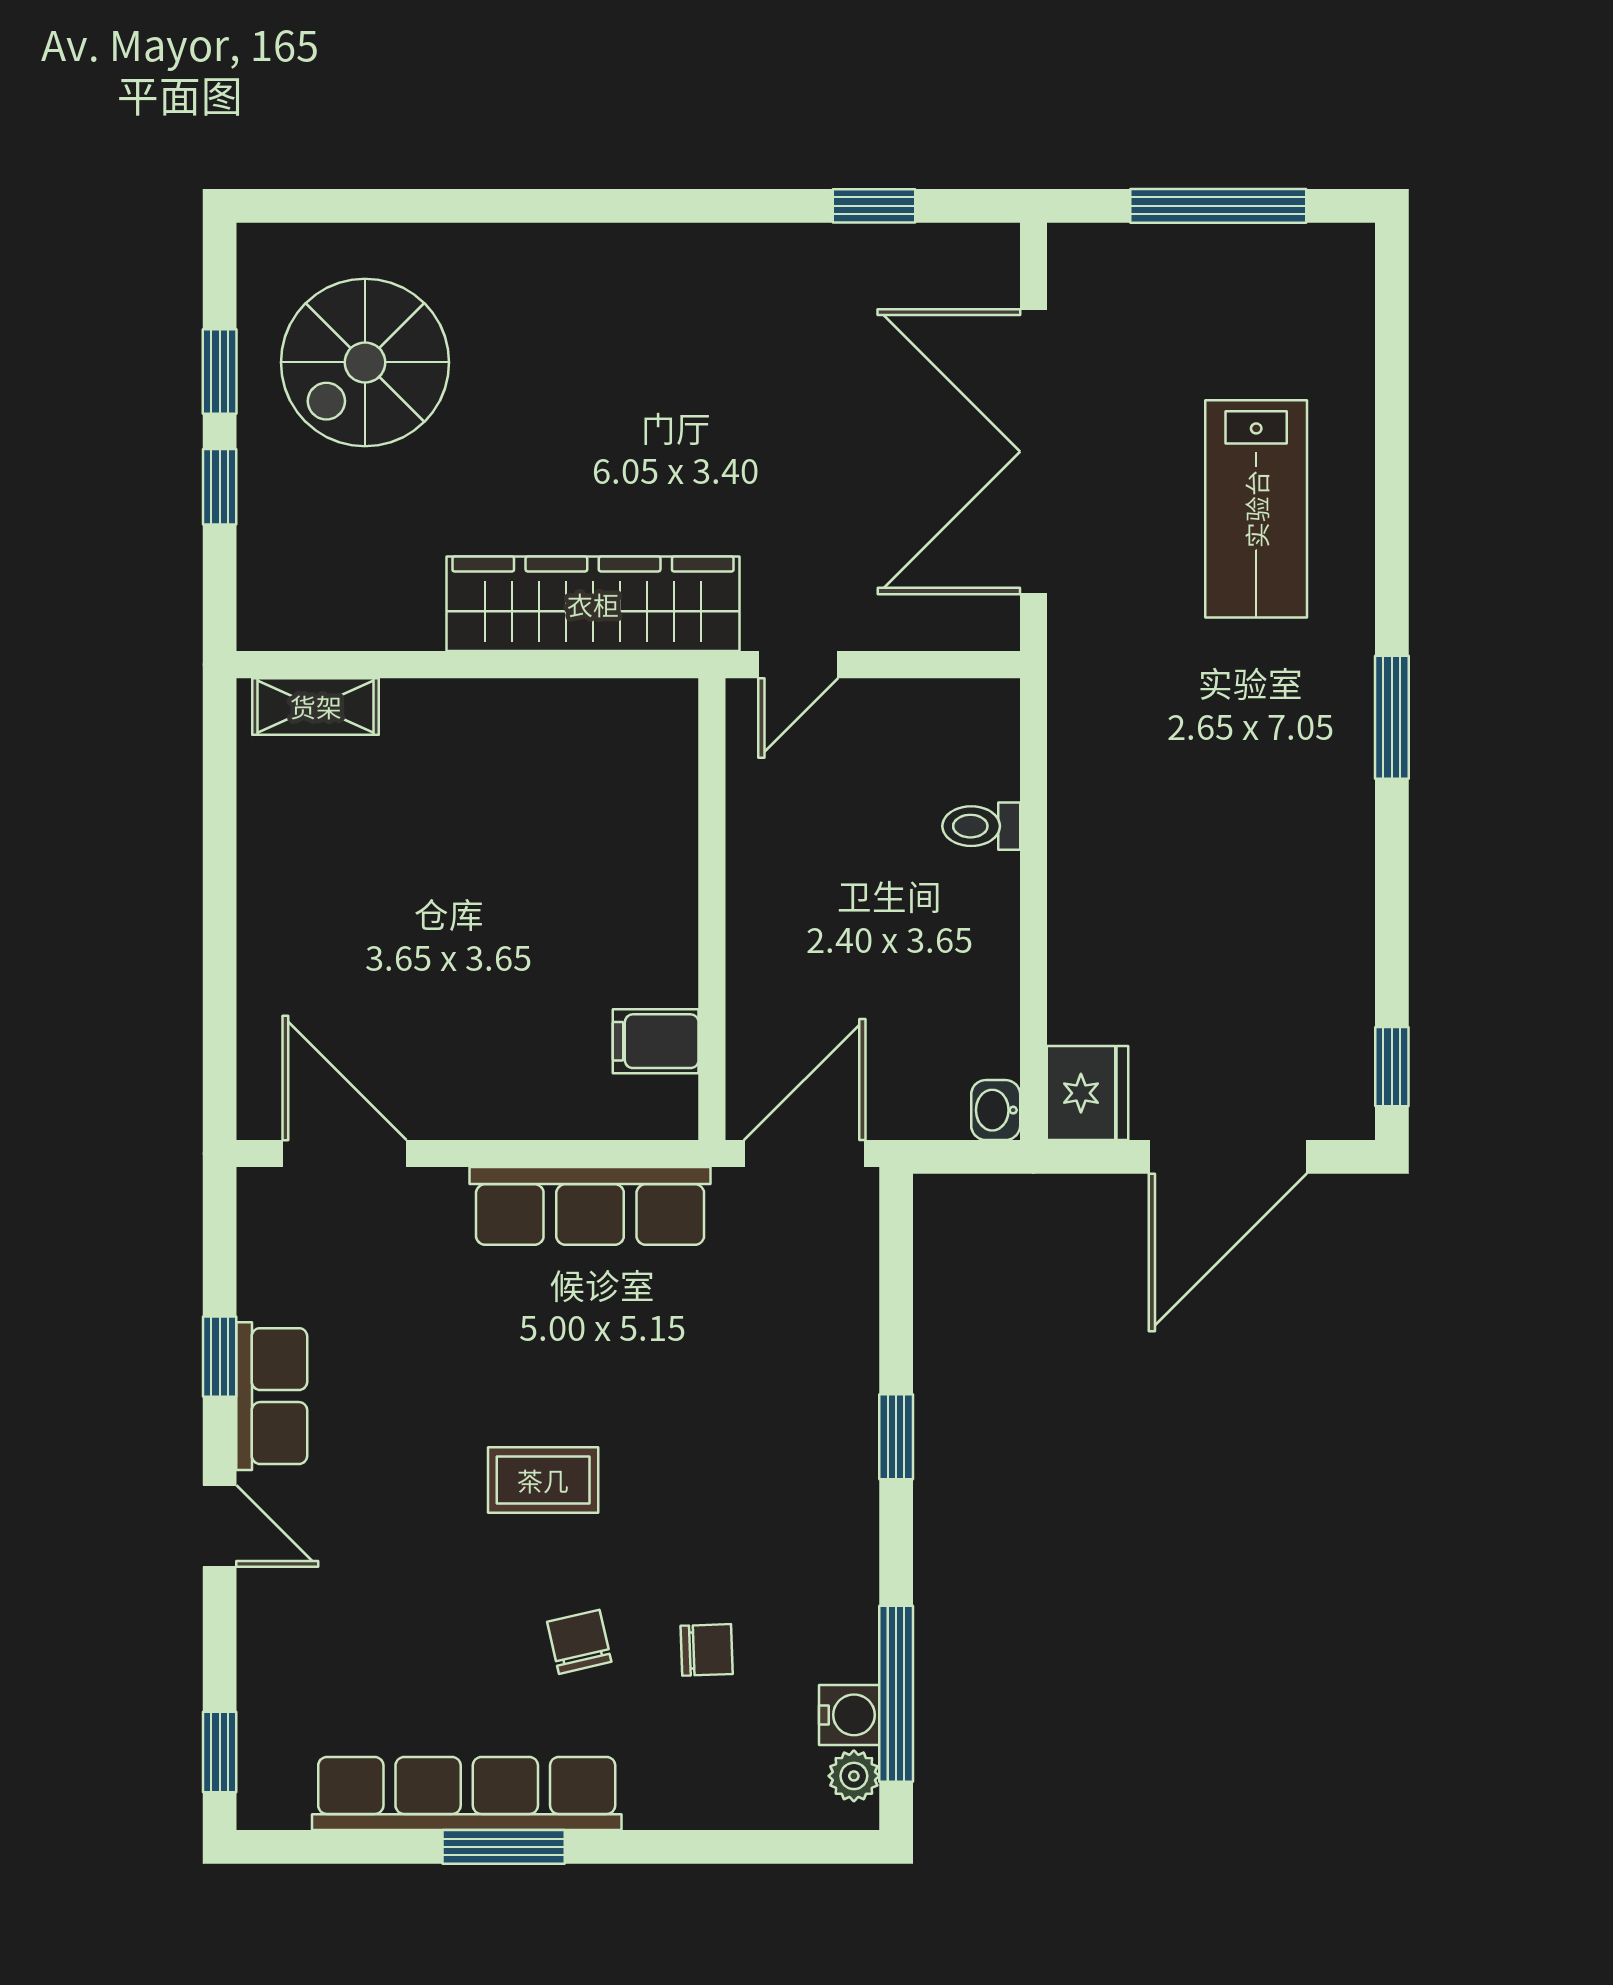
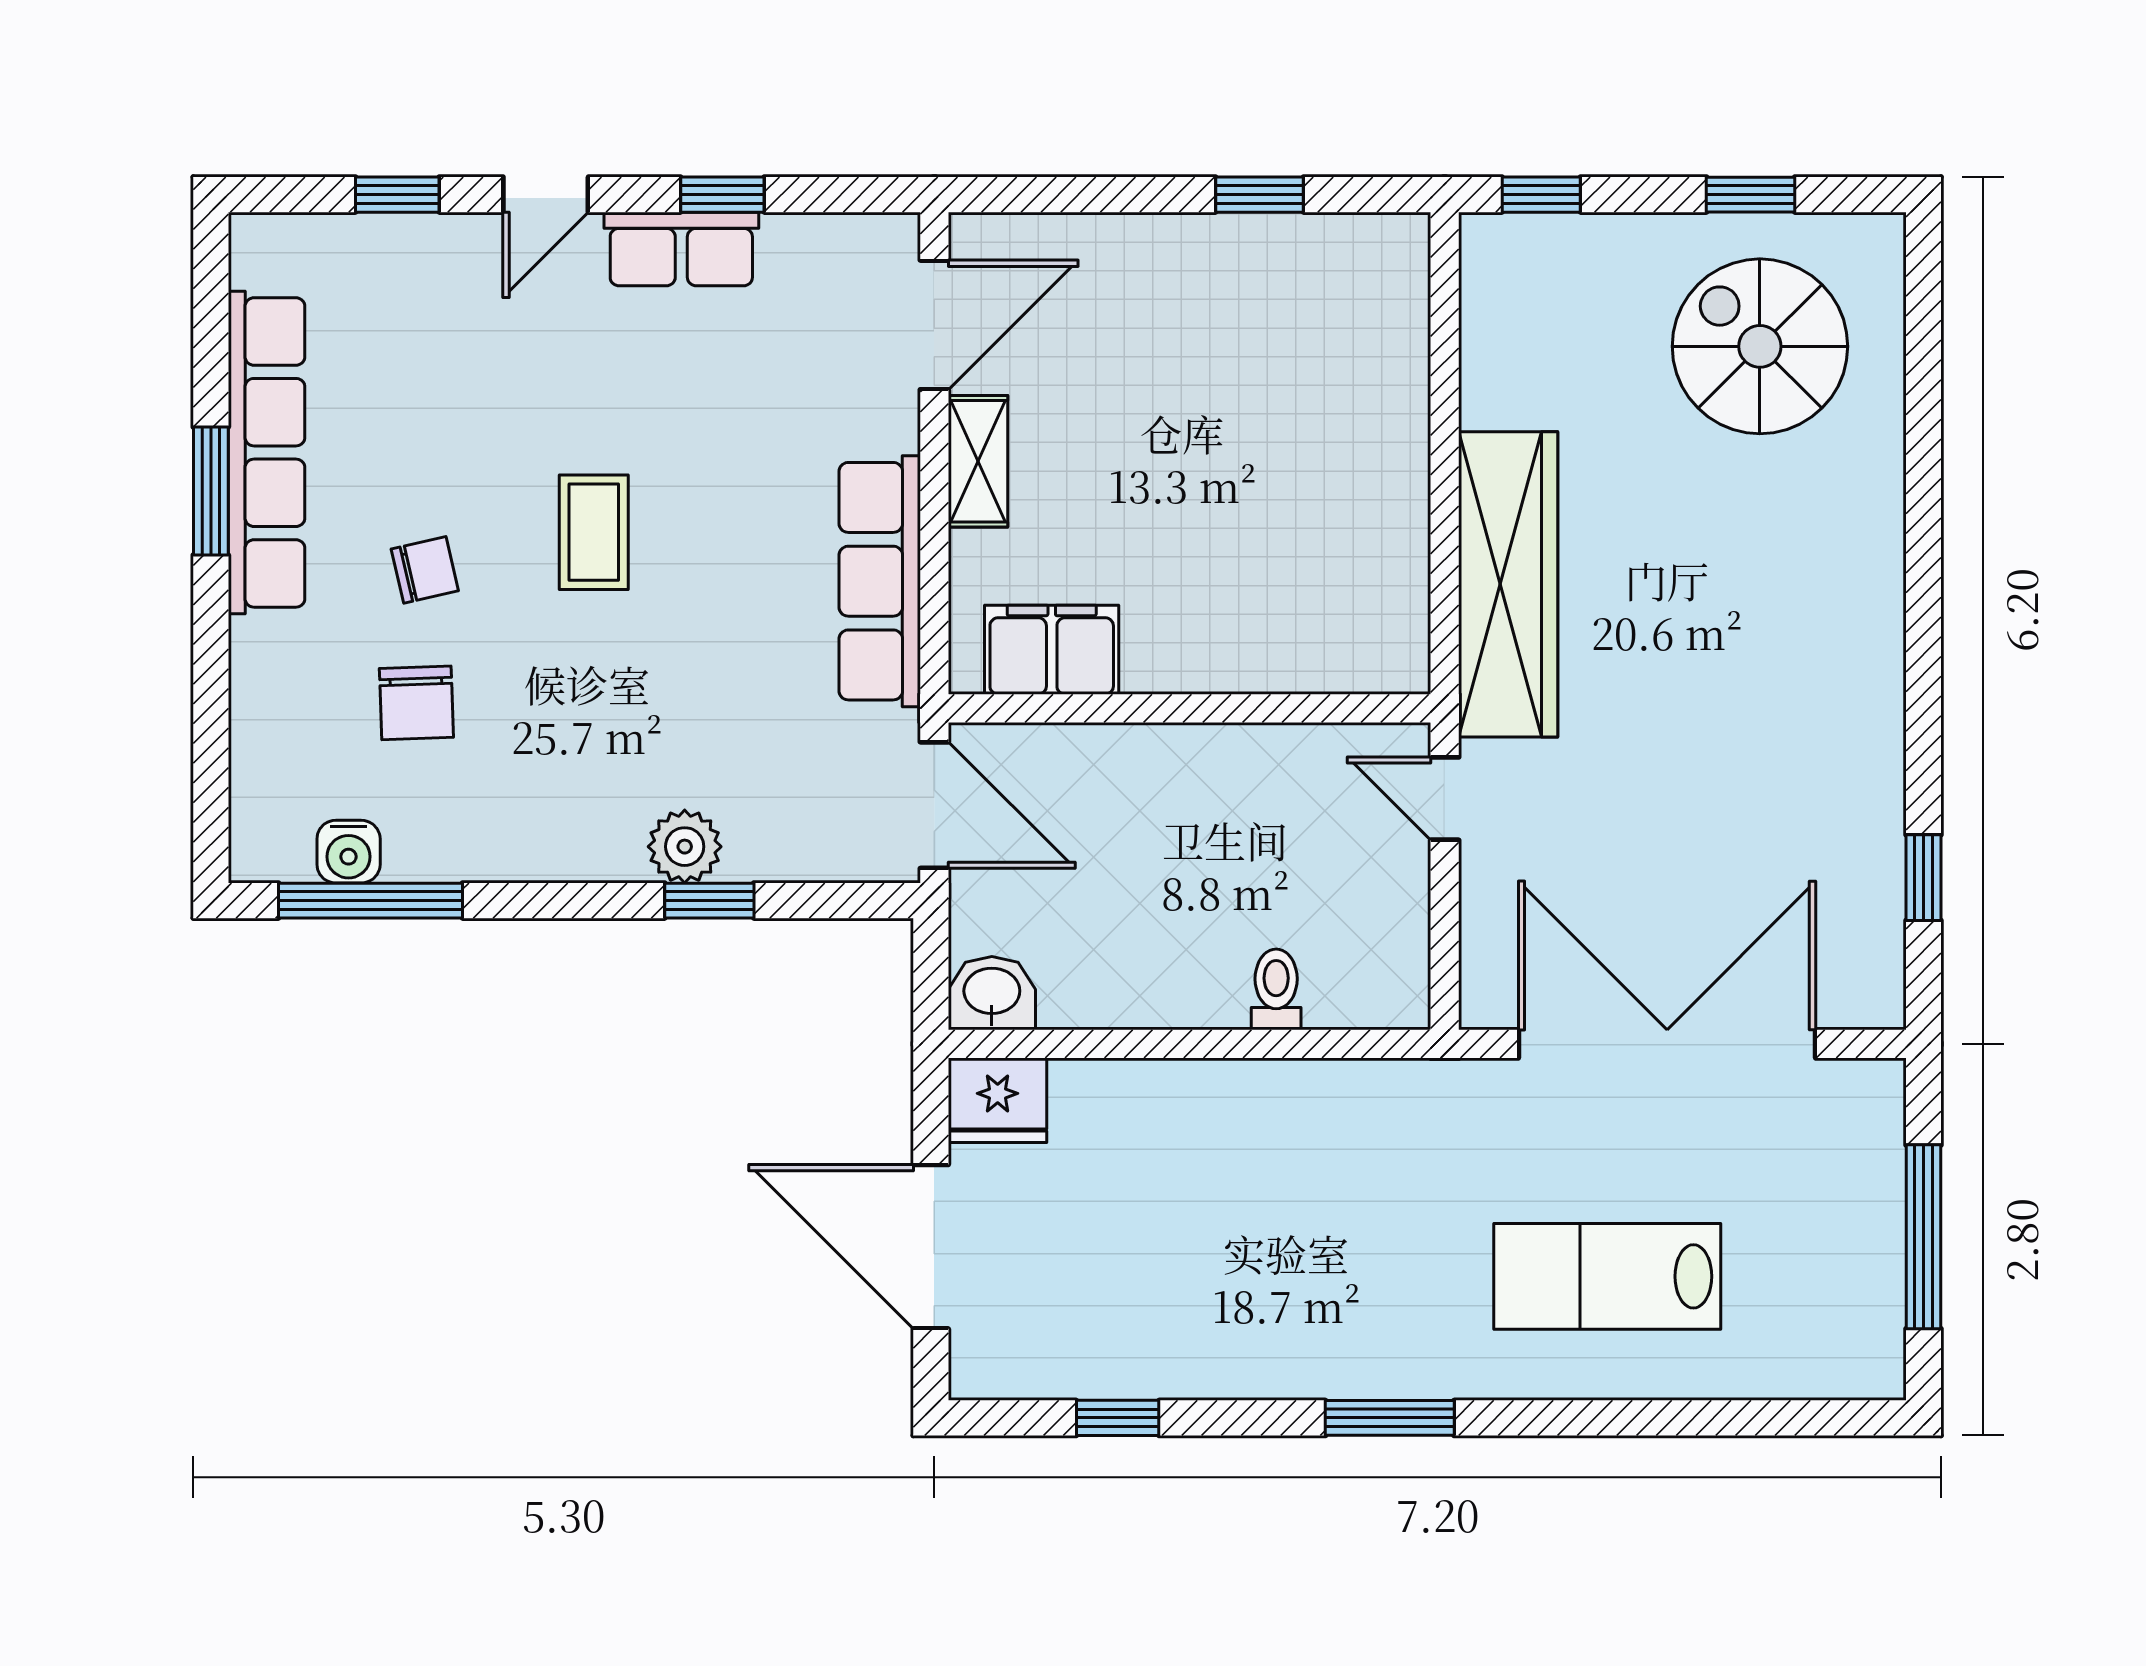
window: (220, 487) -> (1541, 195), moved
shelving: (316, 706) -> (978, 461), moved
window: (220, 842) -> (1259, 195), added
filing cabinet: (656, 1041) -> (1052, 650), width x2.00
window: (1392, 1067) -> (1118, 1418), moved
washbasin: (996, 1110) -> (992, 993), width x1.38, depth x1.45
window: (896, 1437) -> (709, 901), moved
chair: (707, 1650) -> (416, 703), width x1.37, depth x1.37
window: (220, 1752) -> (397, 195), moved
plant: (854, 1776) -> (685, 847), moved, width x1.38, depth x1.38

